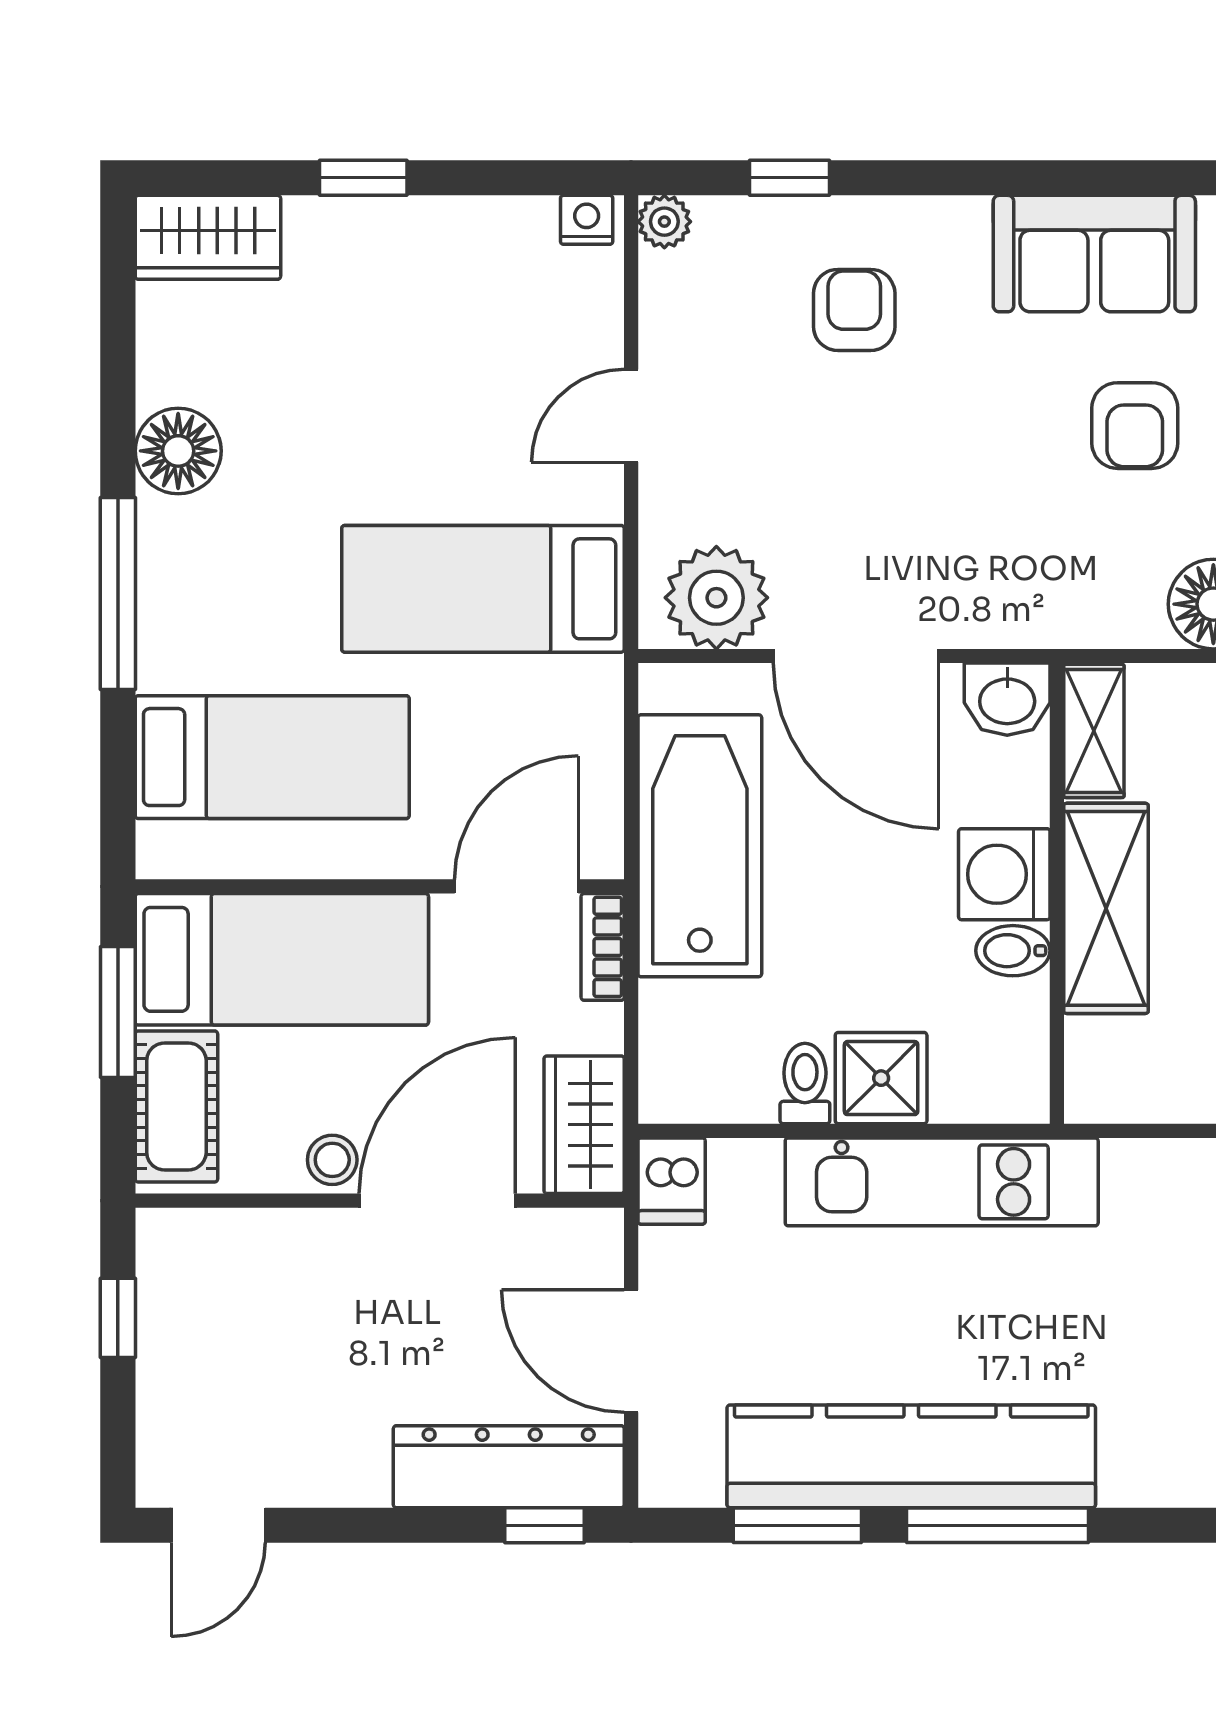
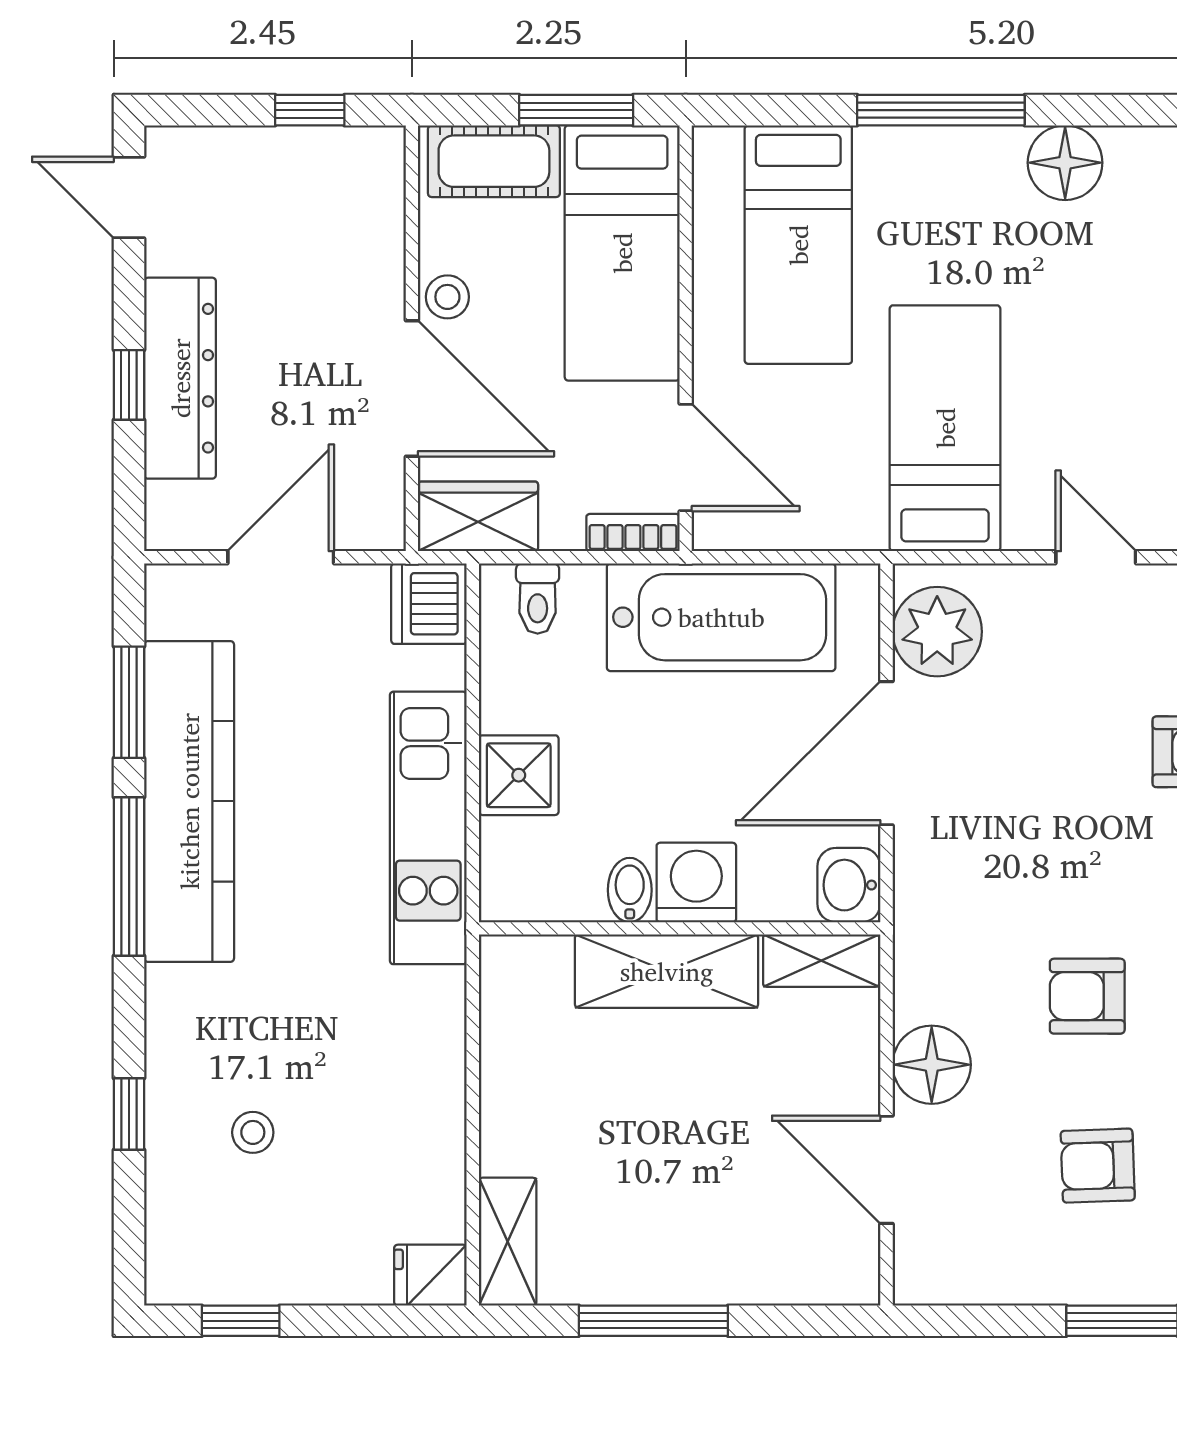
toilet: (805, 1083) -> (538, 599), moved, turned 90
dishwasher: (672, 1181) -> (429, 604), width x1.38
dresser: (509, 1467) -> (180, 378), moved
window: (545, 1525) -> (129, 385), moved

